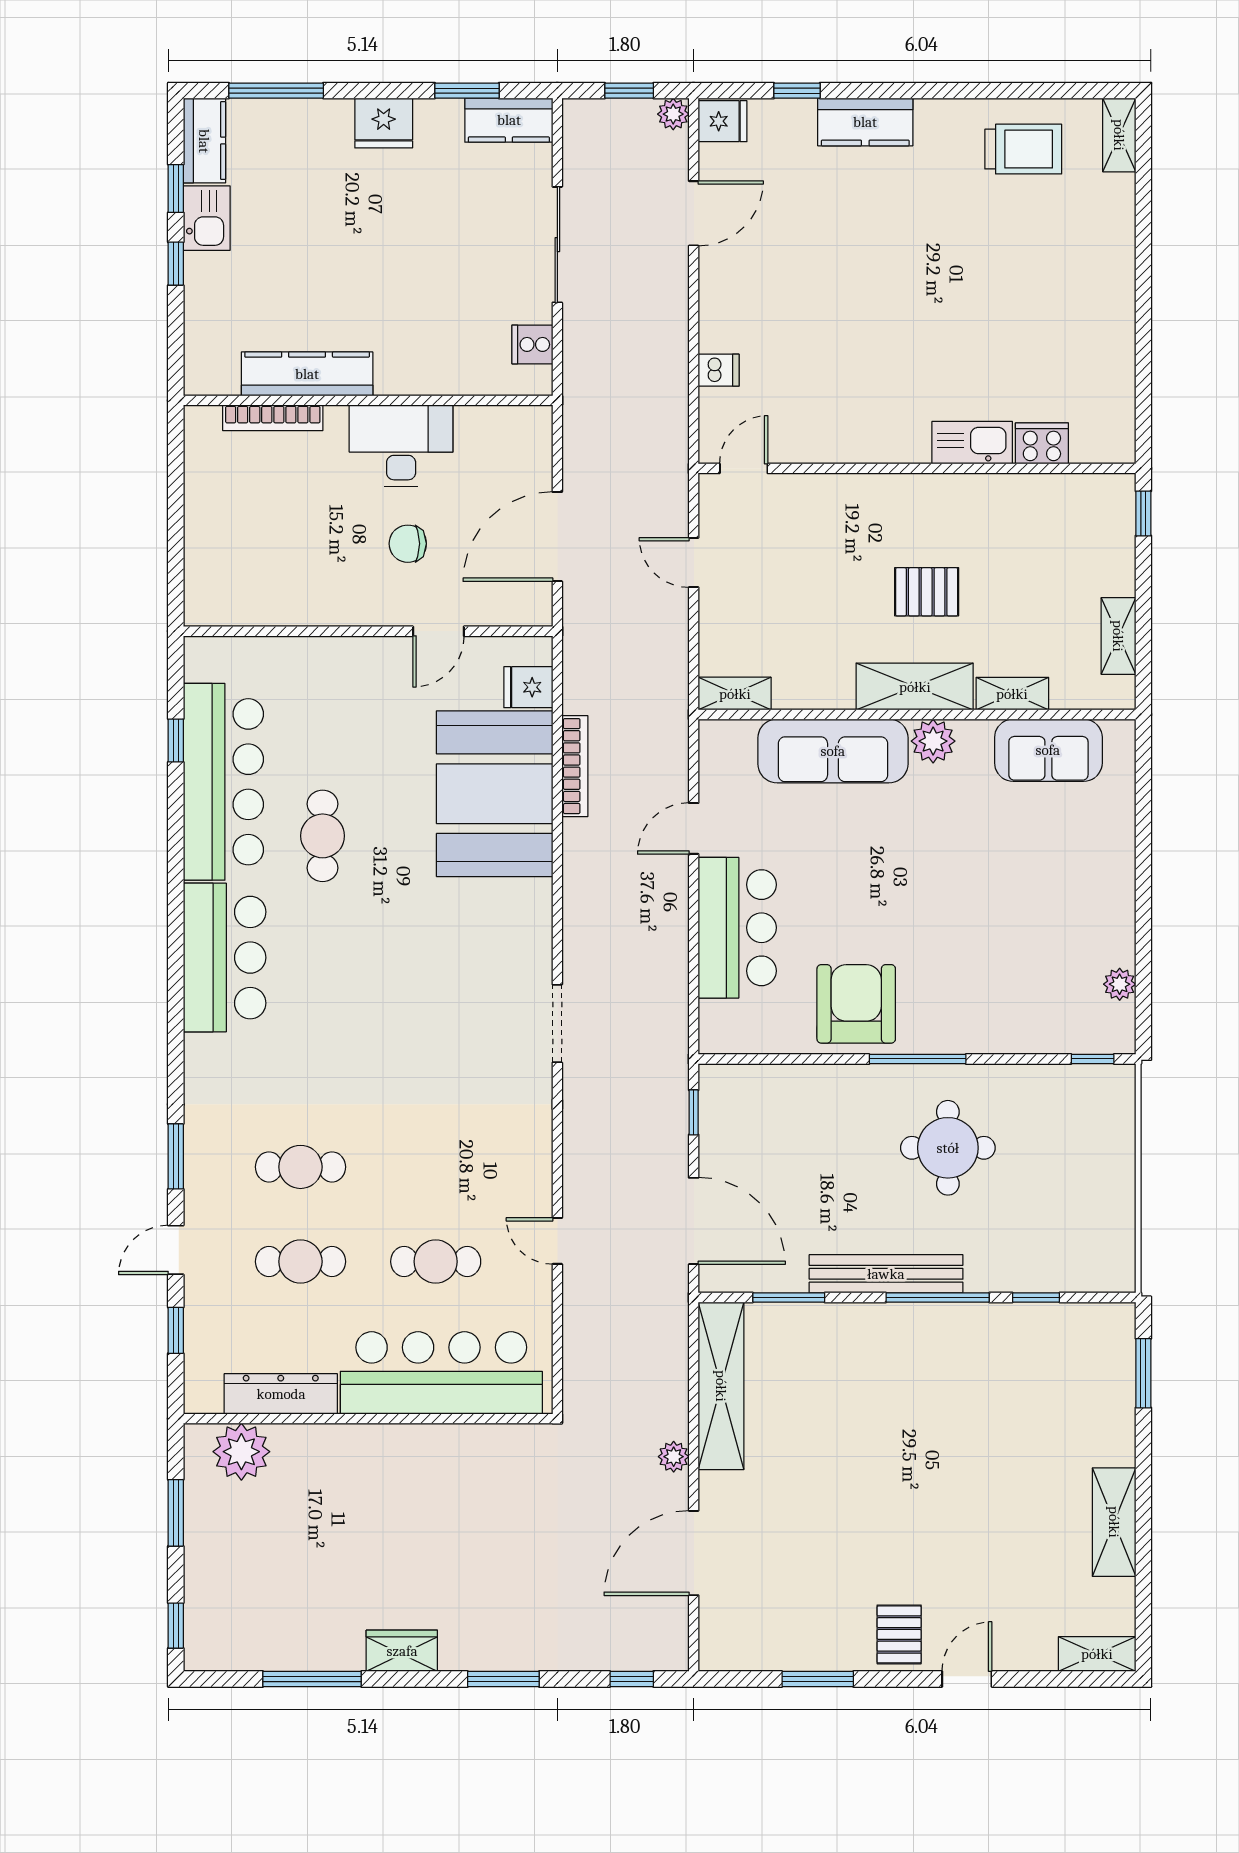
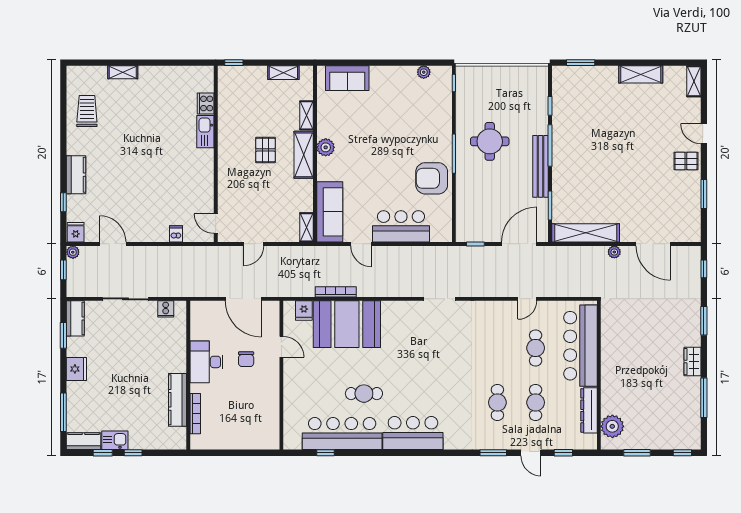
shelving: (1119, 135) -> (123, 72), moved
sofa: (1048, 750) -> (347, 78), moved, turned 90
sofa: (833, 751) -> (330, 212), moved

